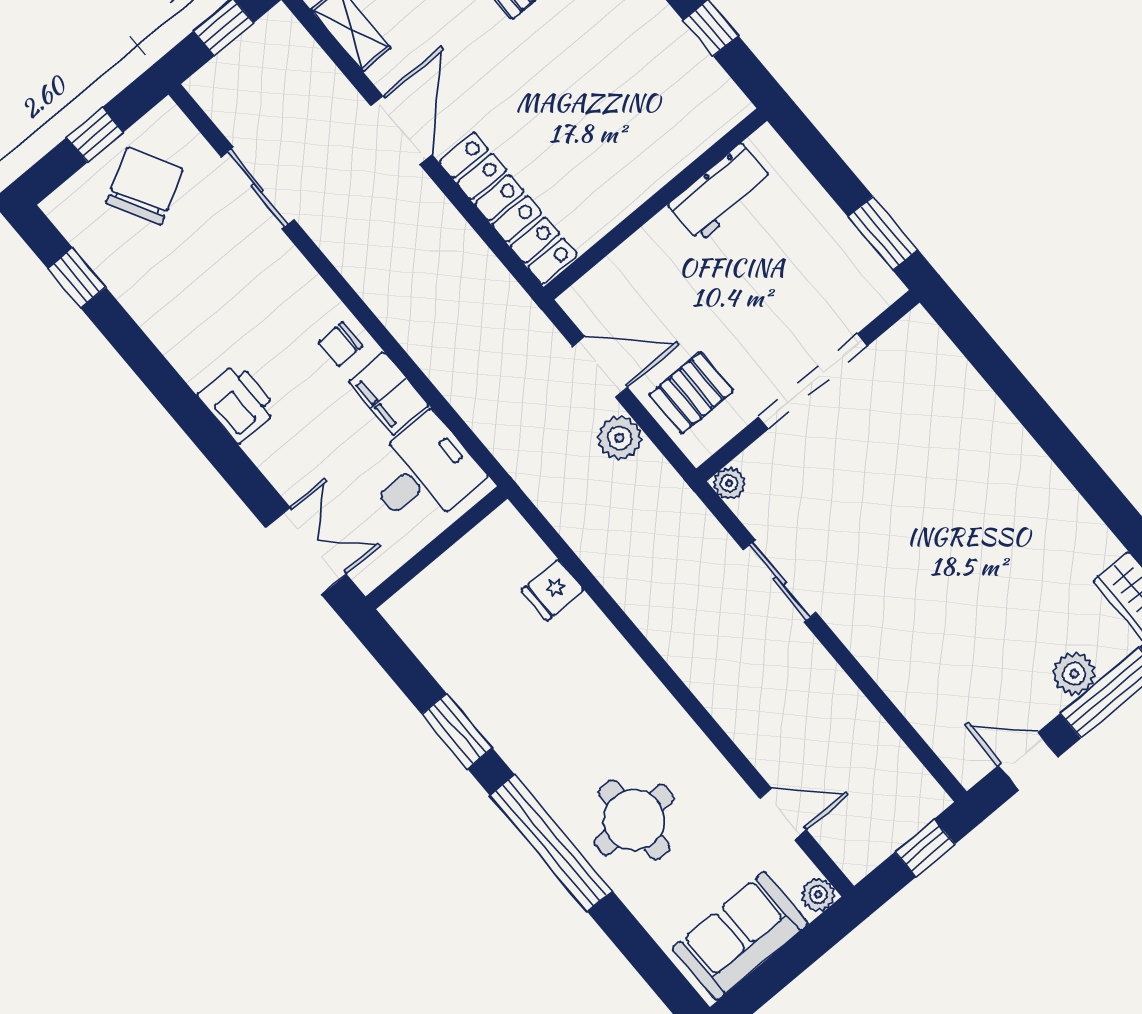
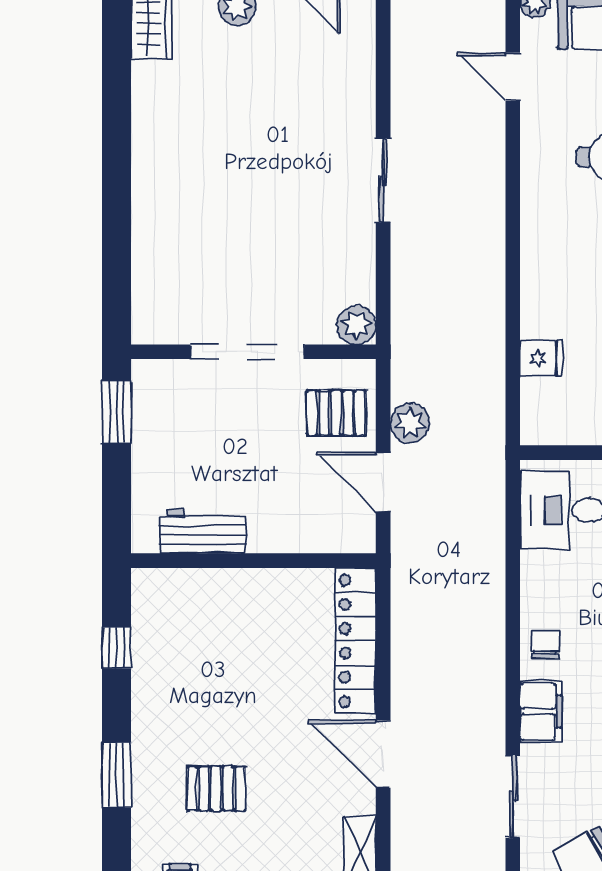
door: (401, 130) -> (383, 754), hinge flipped
chair: (340, 344) -> (546, 644), turned -90
filing cabinet: (389, 394) -> (541, 711), moved
plant: (729, 483) -> (356, 325), width x1.38, depth x1.38
sliding door: (780, 581) -> (383, 180), moved

